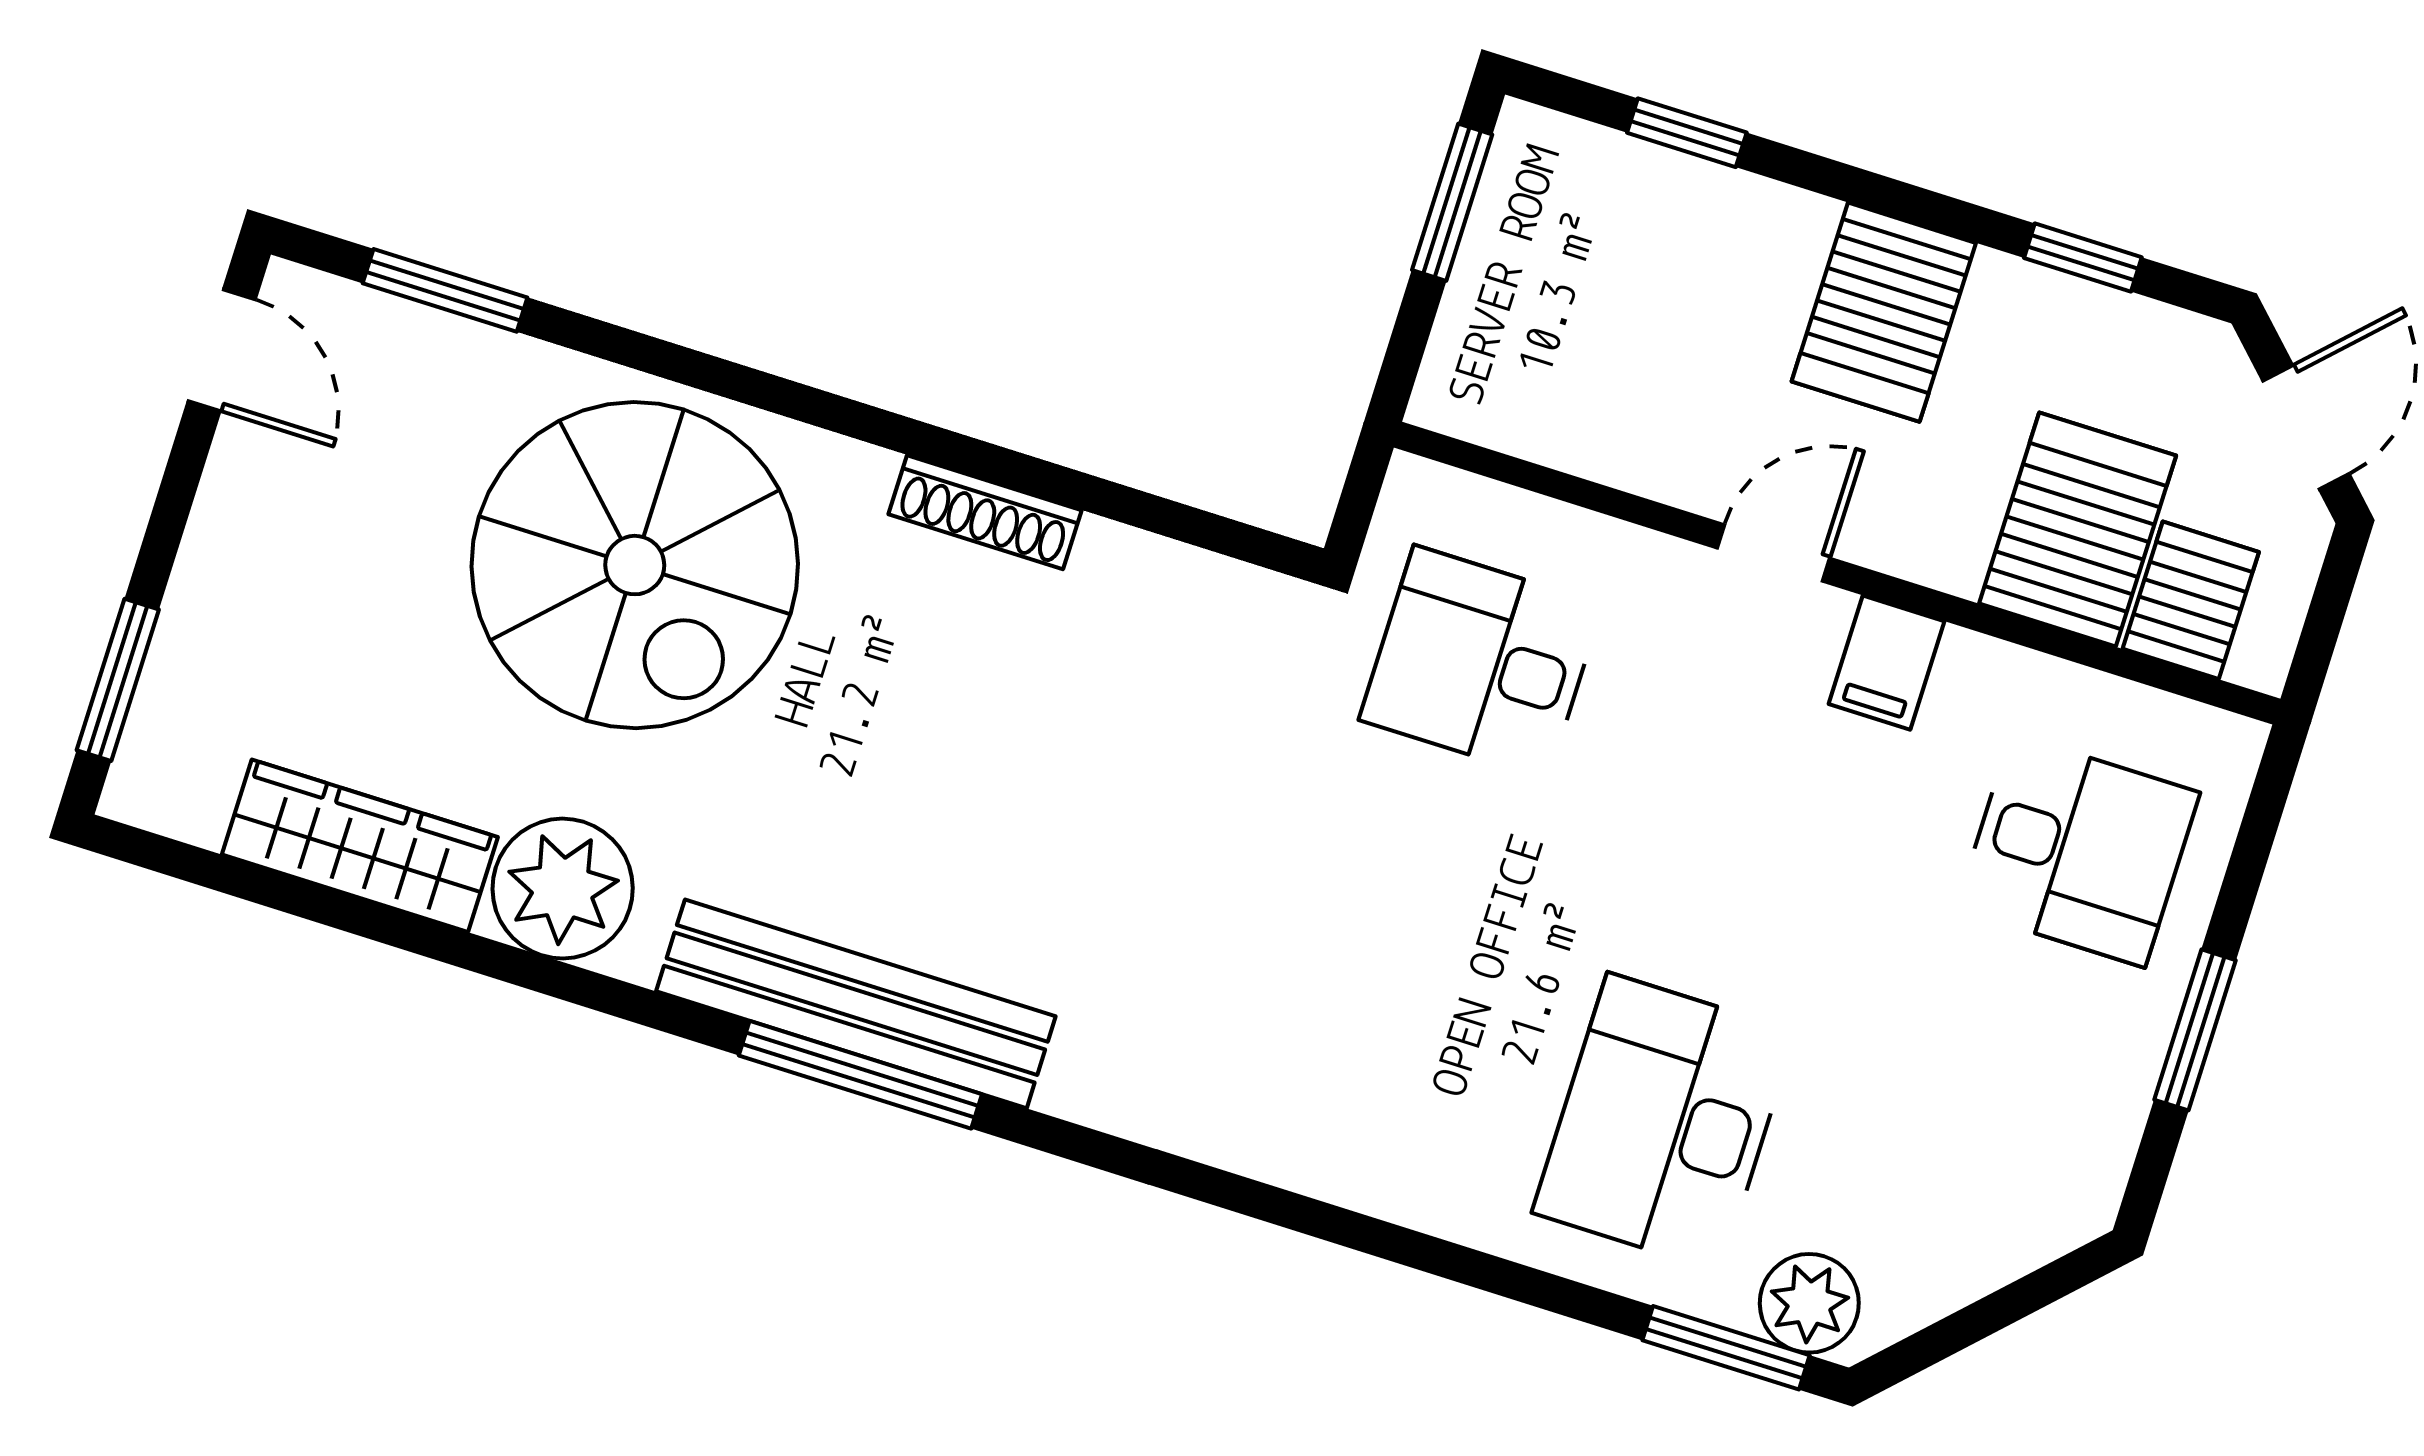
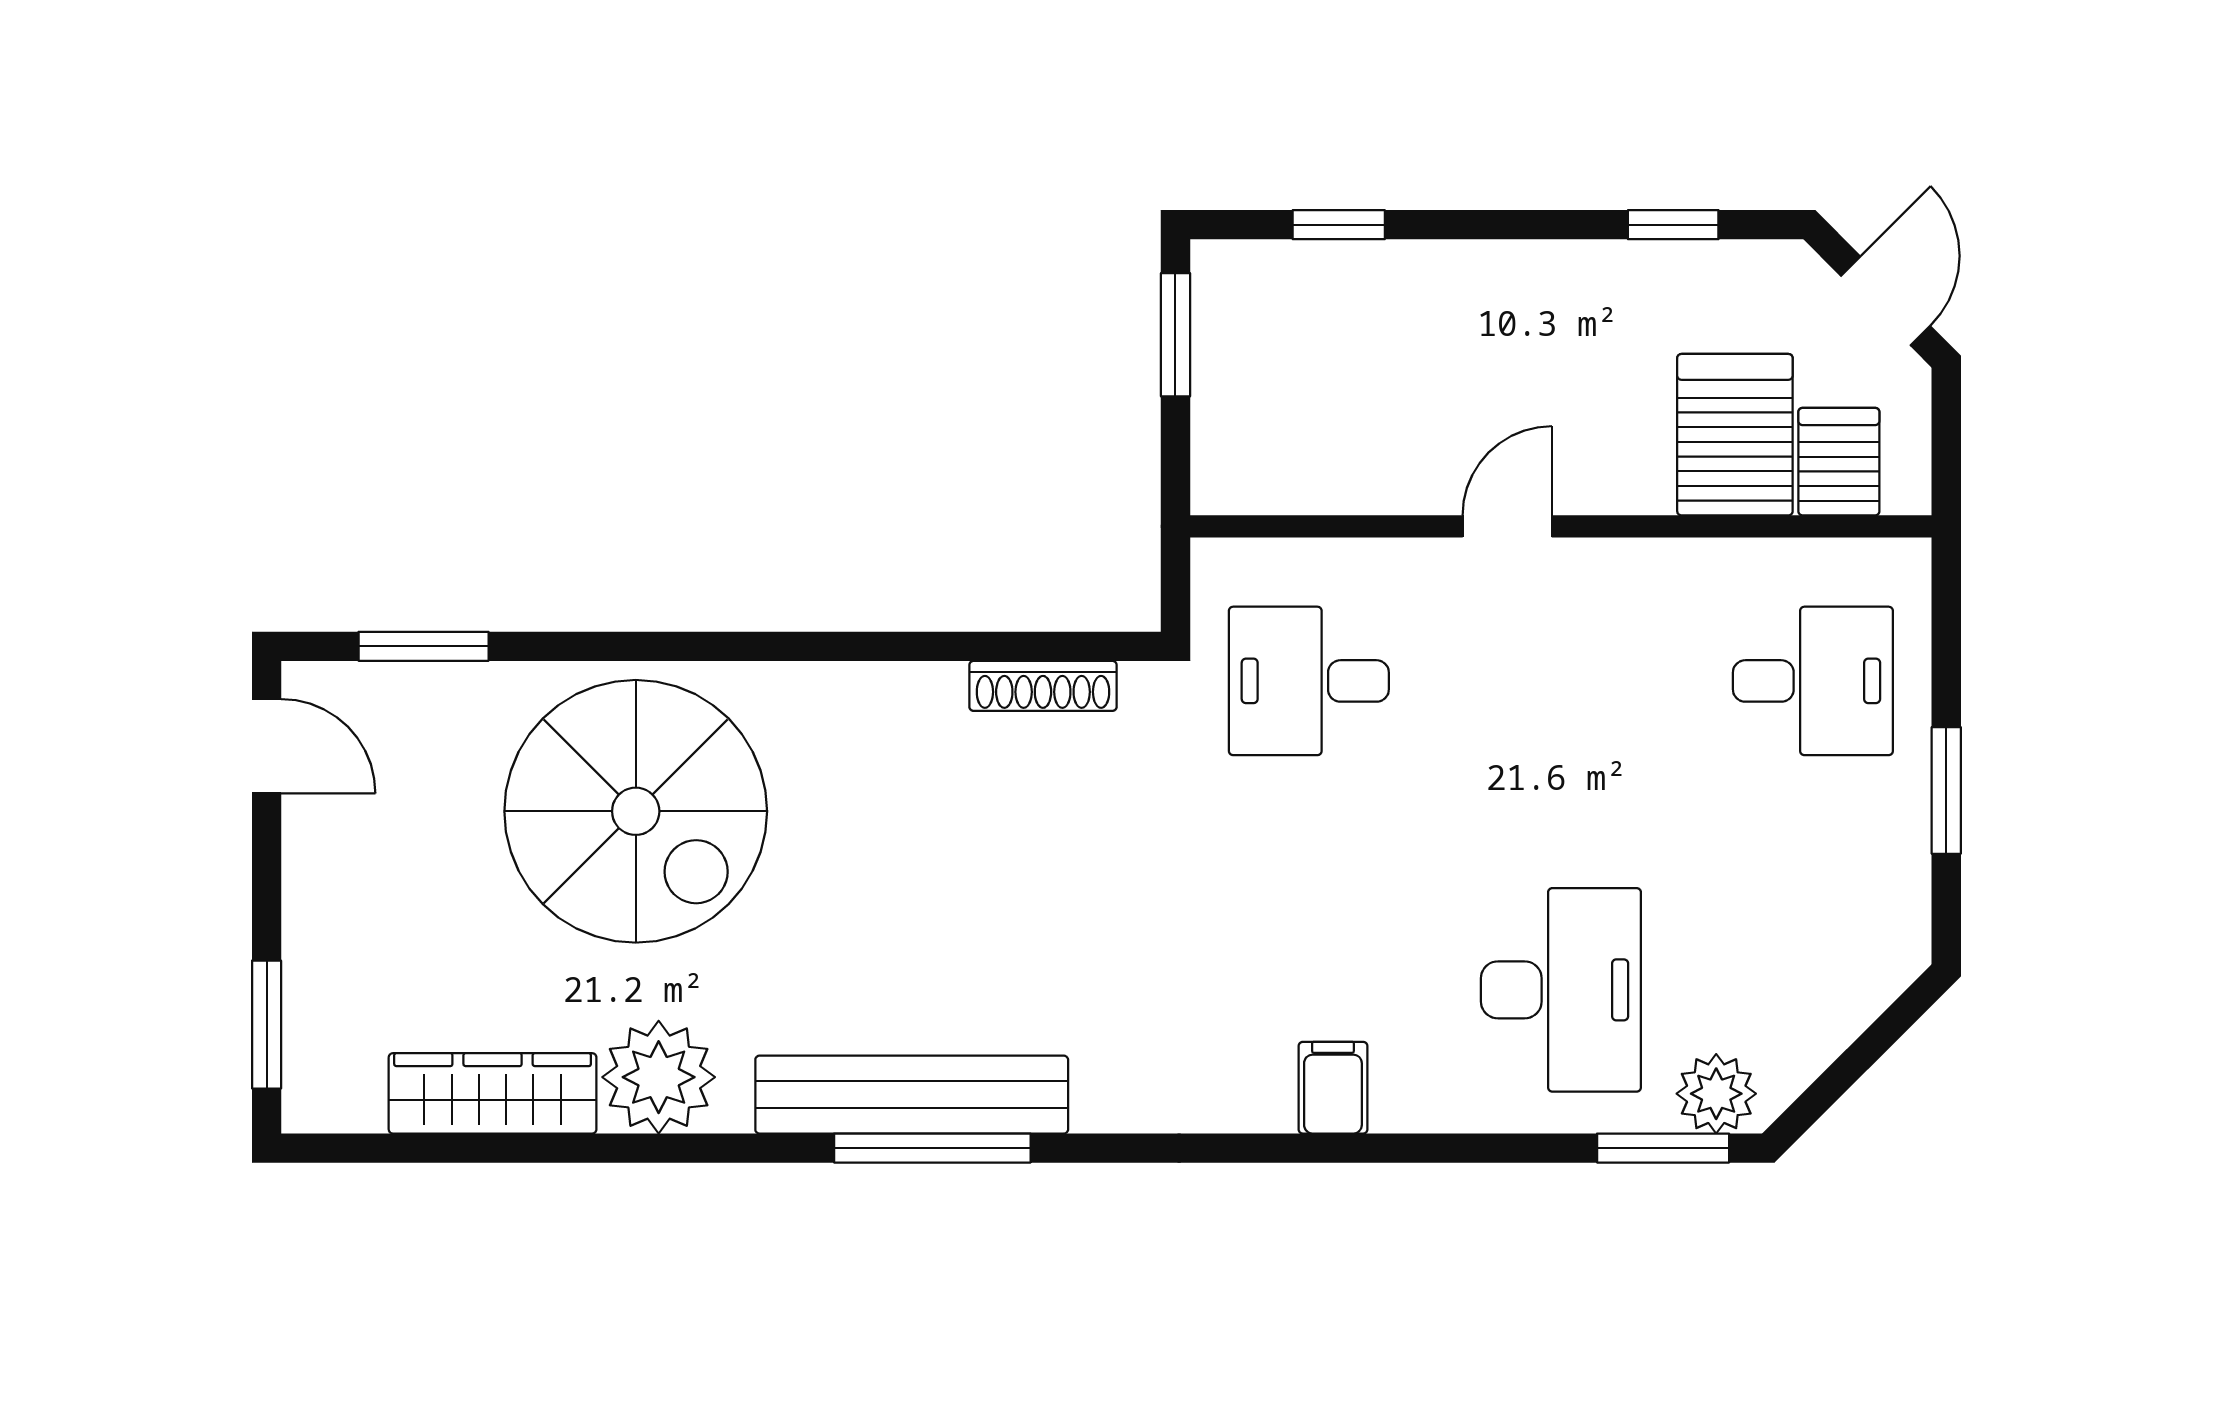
server rack: (1884, 312) -> (1533, 315), removed
shoe rack: (985, 512) -> (1043, 686), moved
filing cabinet: (1887, 663) -> (1333, 1088), moved, turned 180
desk: (1664, 1122) -> (1561, 990), turned 180

